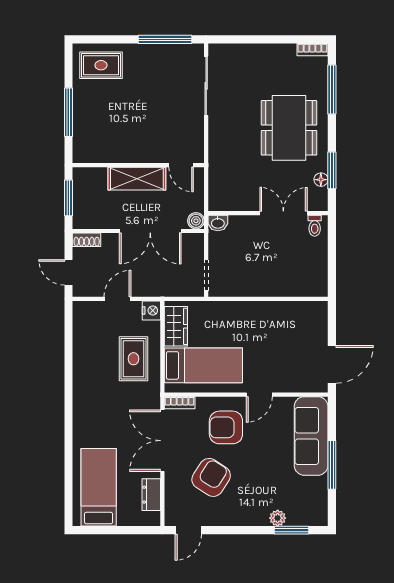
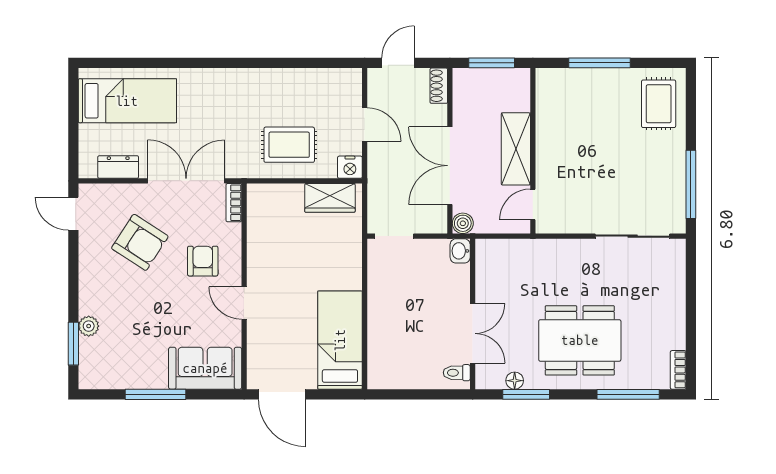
bed: (203, 365) -> (340, 340), moved, turned 180
armchair: (226, 427) -> (203, 261), width x0.72, depth x0.72
sofa: (311, 436) -> (205, 368), width x0.73

